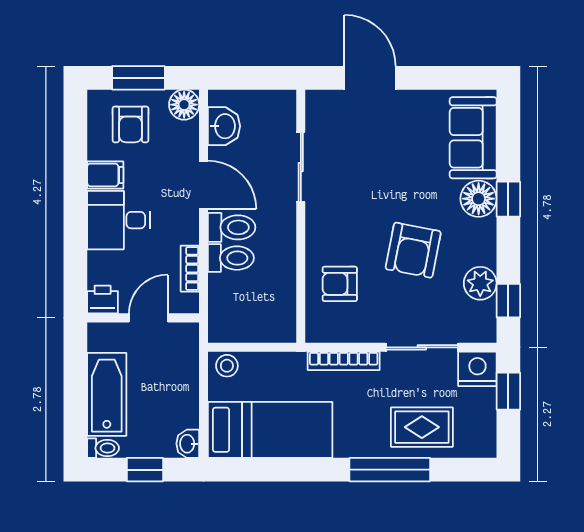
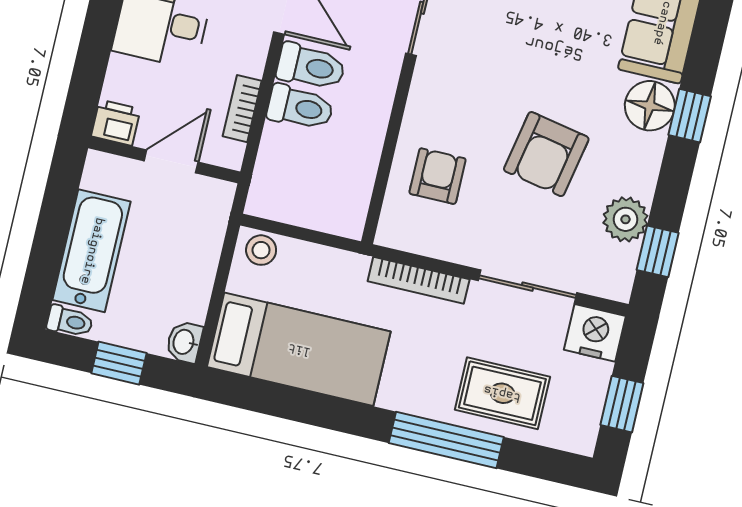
armchair: (340, 284) -> (438, 176), turned 90
window: (508, 391) -> (622, 404), moved

